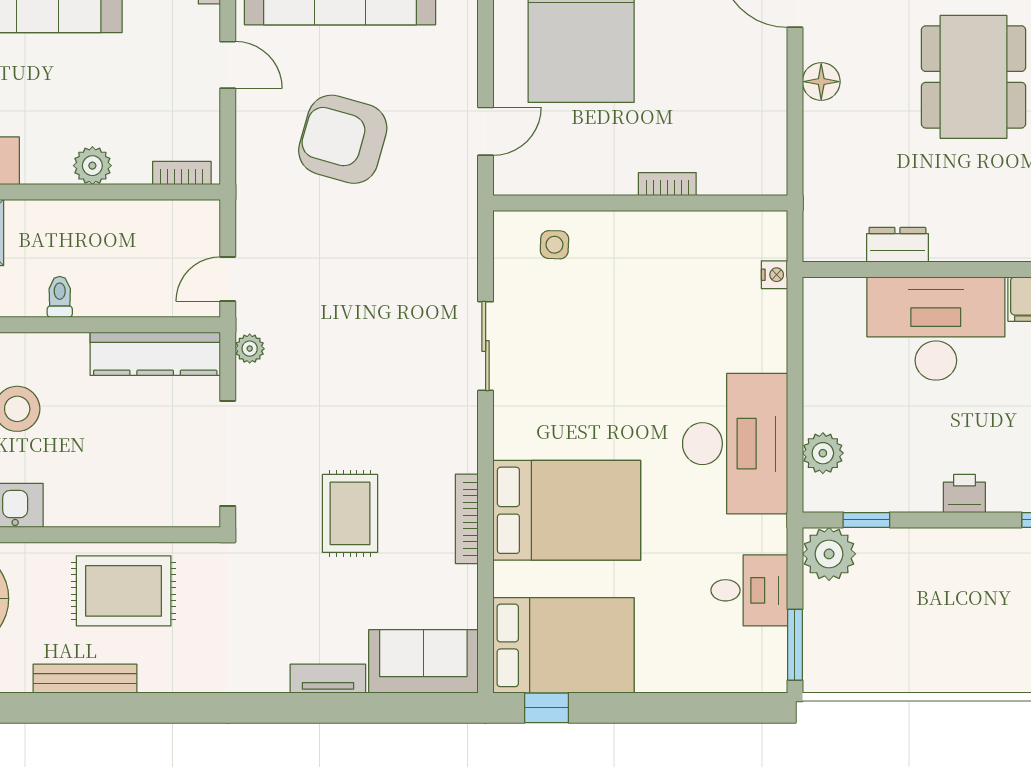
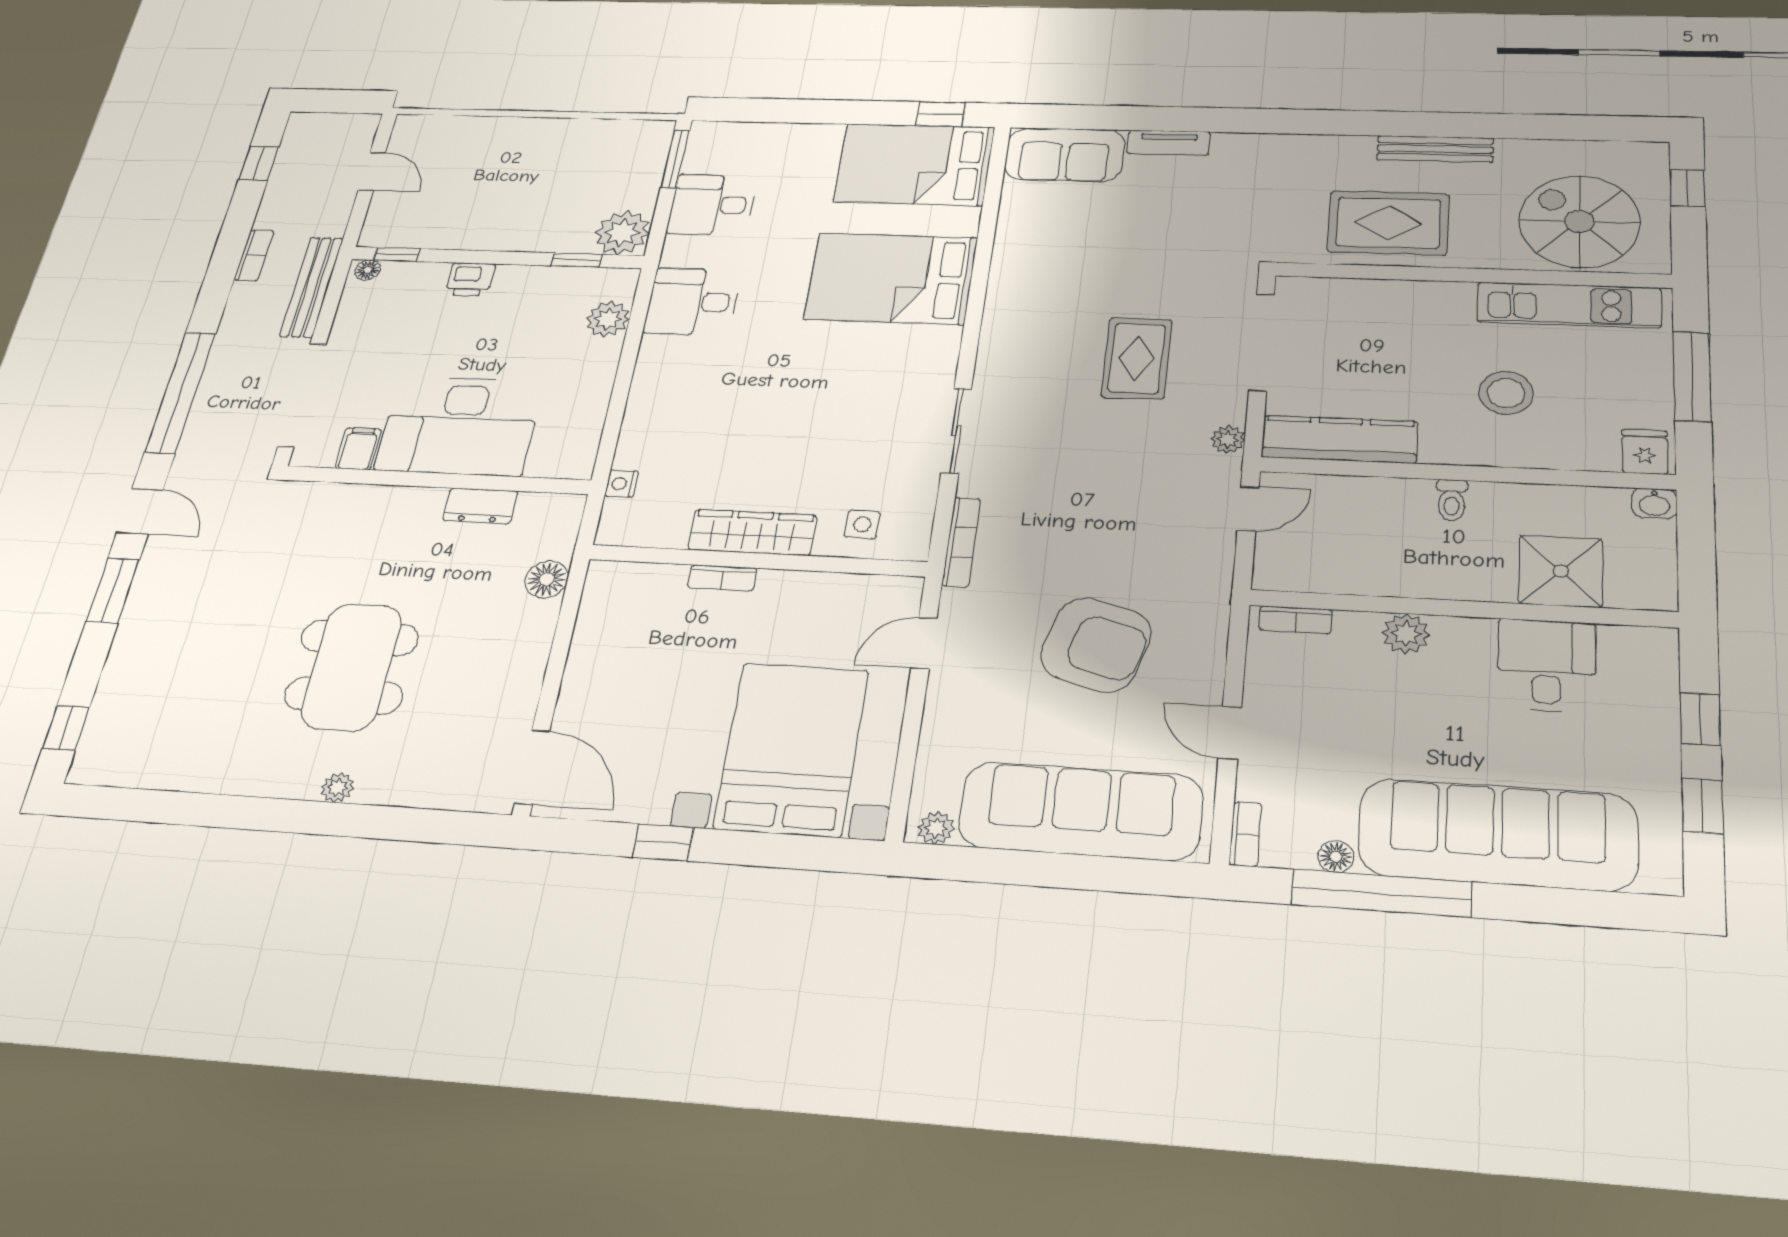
floor lamp: (821, 82) -> (547, 579), moved
wardrobe: (649, 231) -> (752, 532), added
desk: (735, 444) -> (692, 302), width x0.53, depth x0.77
rug: (350, 513) -> (1137, 358), moved
bookcase: (467, 519) -> (961, 542), moved

